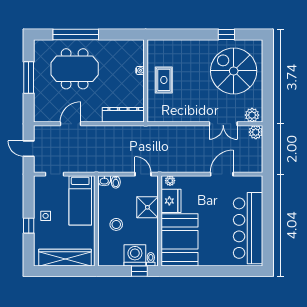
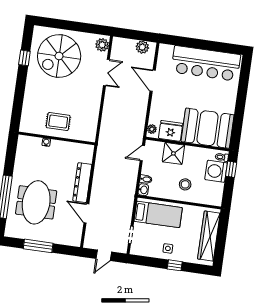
dresser: (123, 115) -> (82, 183), moved
plant: (256, 132) -> (142, 47), moved

